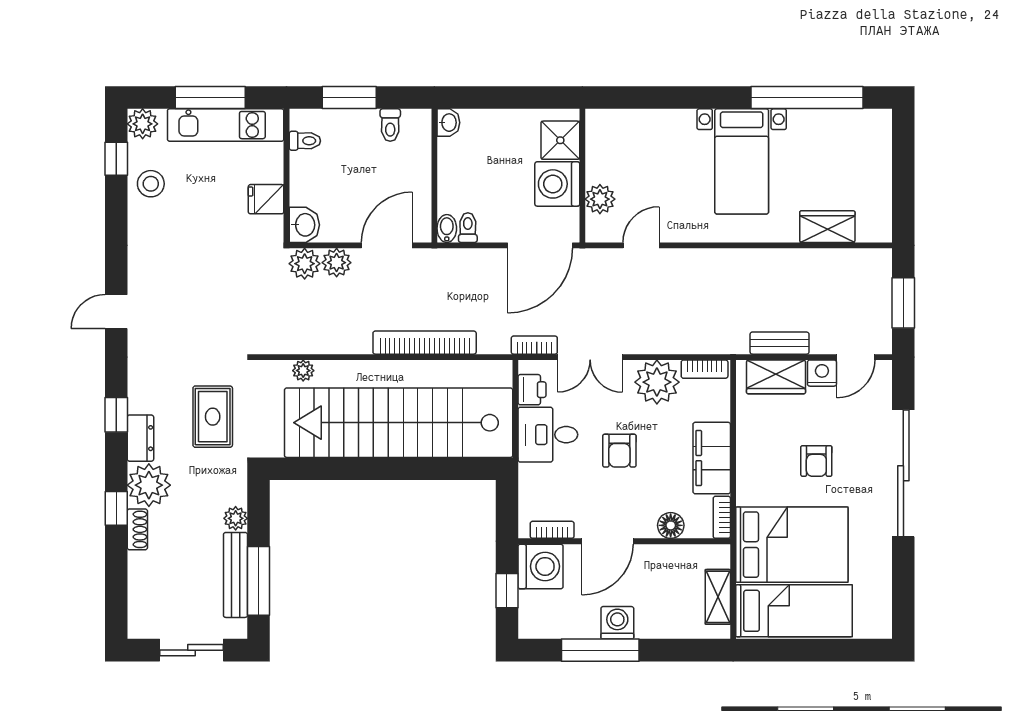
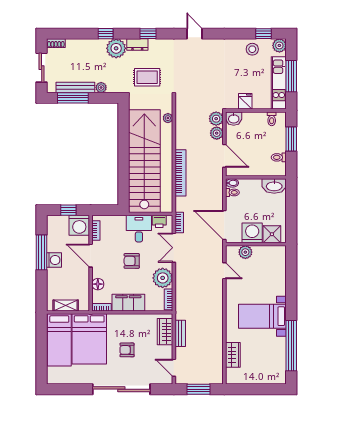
washbasin: (448, 123) -> (274, 186), width x1.91, depth x1.45
nightstand: (822, 373) -> (167, 352), removed
shoe rack: (137, 529) -> (56, 43), moved

